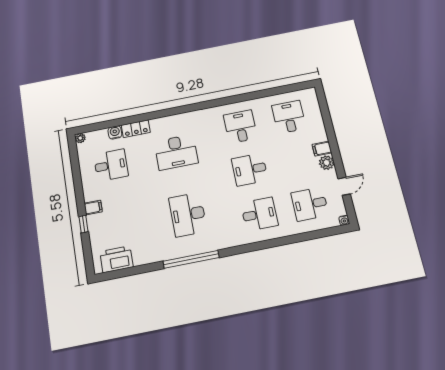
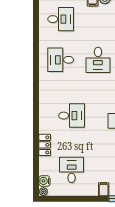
desk: (289, 117) -> (61, 19), turned 180
water cooler: (115, 132) -> (44, 181), moved
desk: (176, 152) -> (72, 116), width x0.73

